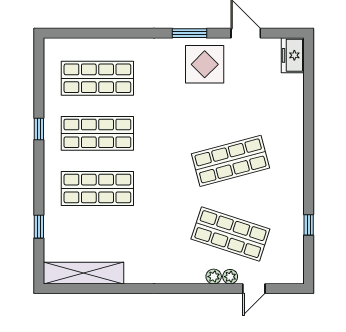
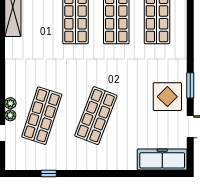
freezer: (293, 55) -> (162, 160), width x1.91, depth x1.26
shop shelf: (230, 161) -> (96, 116), turned 36

